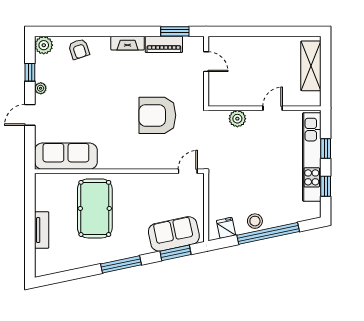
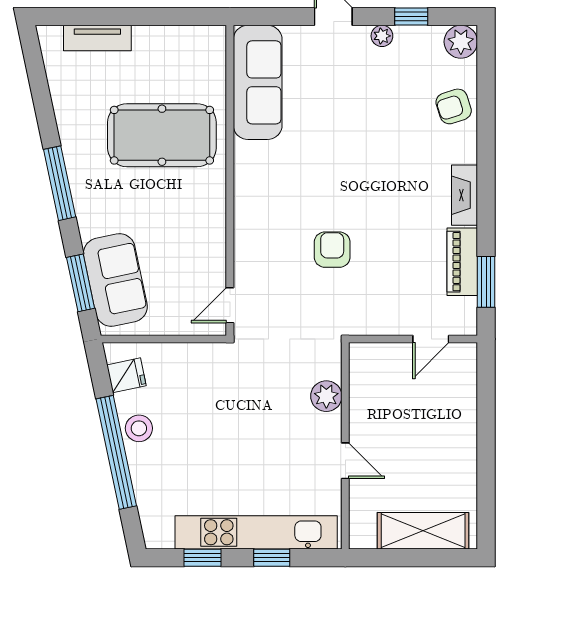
armchair: (157, 115) -> (332, 250), width x0.53, depth x0.53
door: (188, 171) -> (230, 305), swing flipped
tv unit: (42, 230) -> (97, 38), moved

